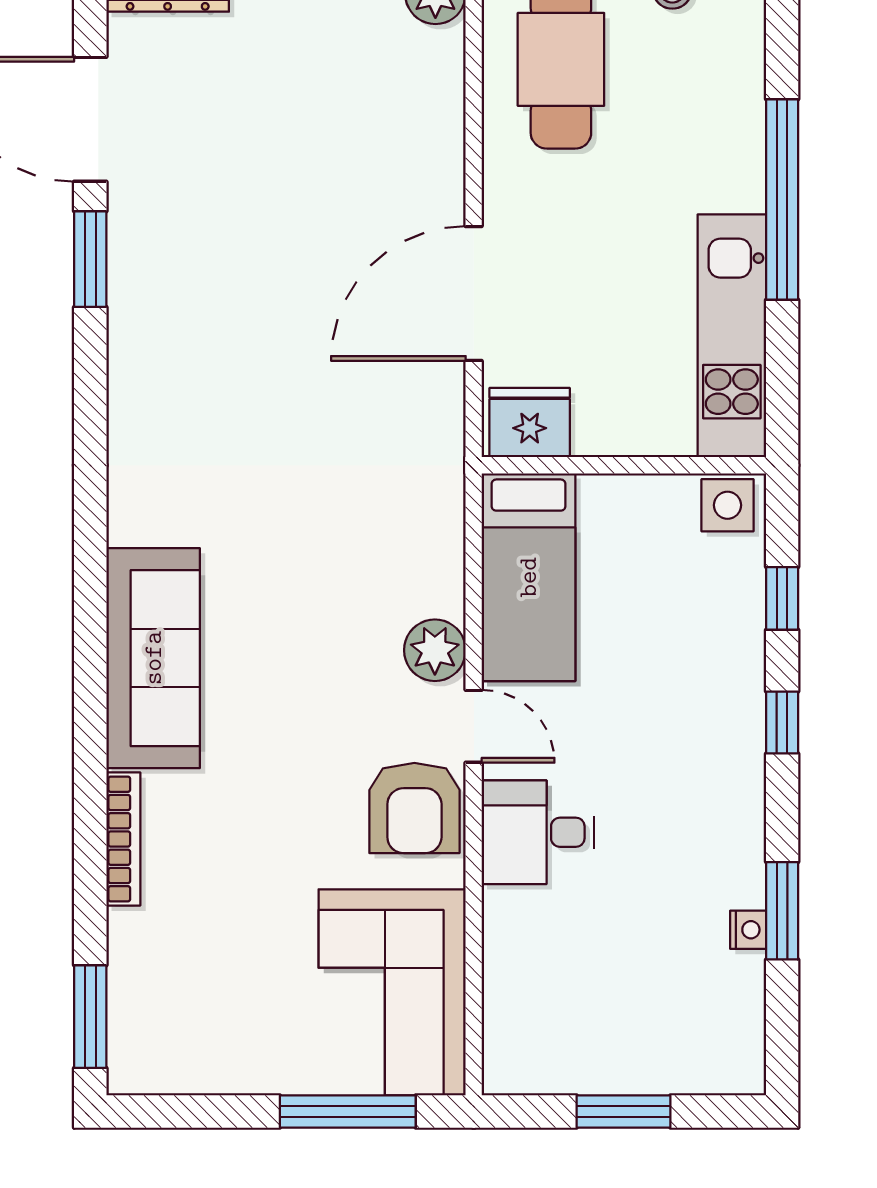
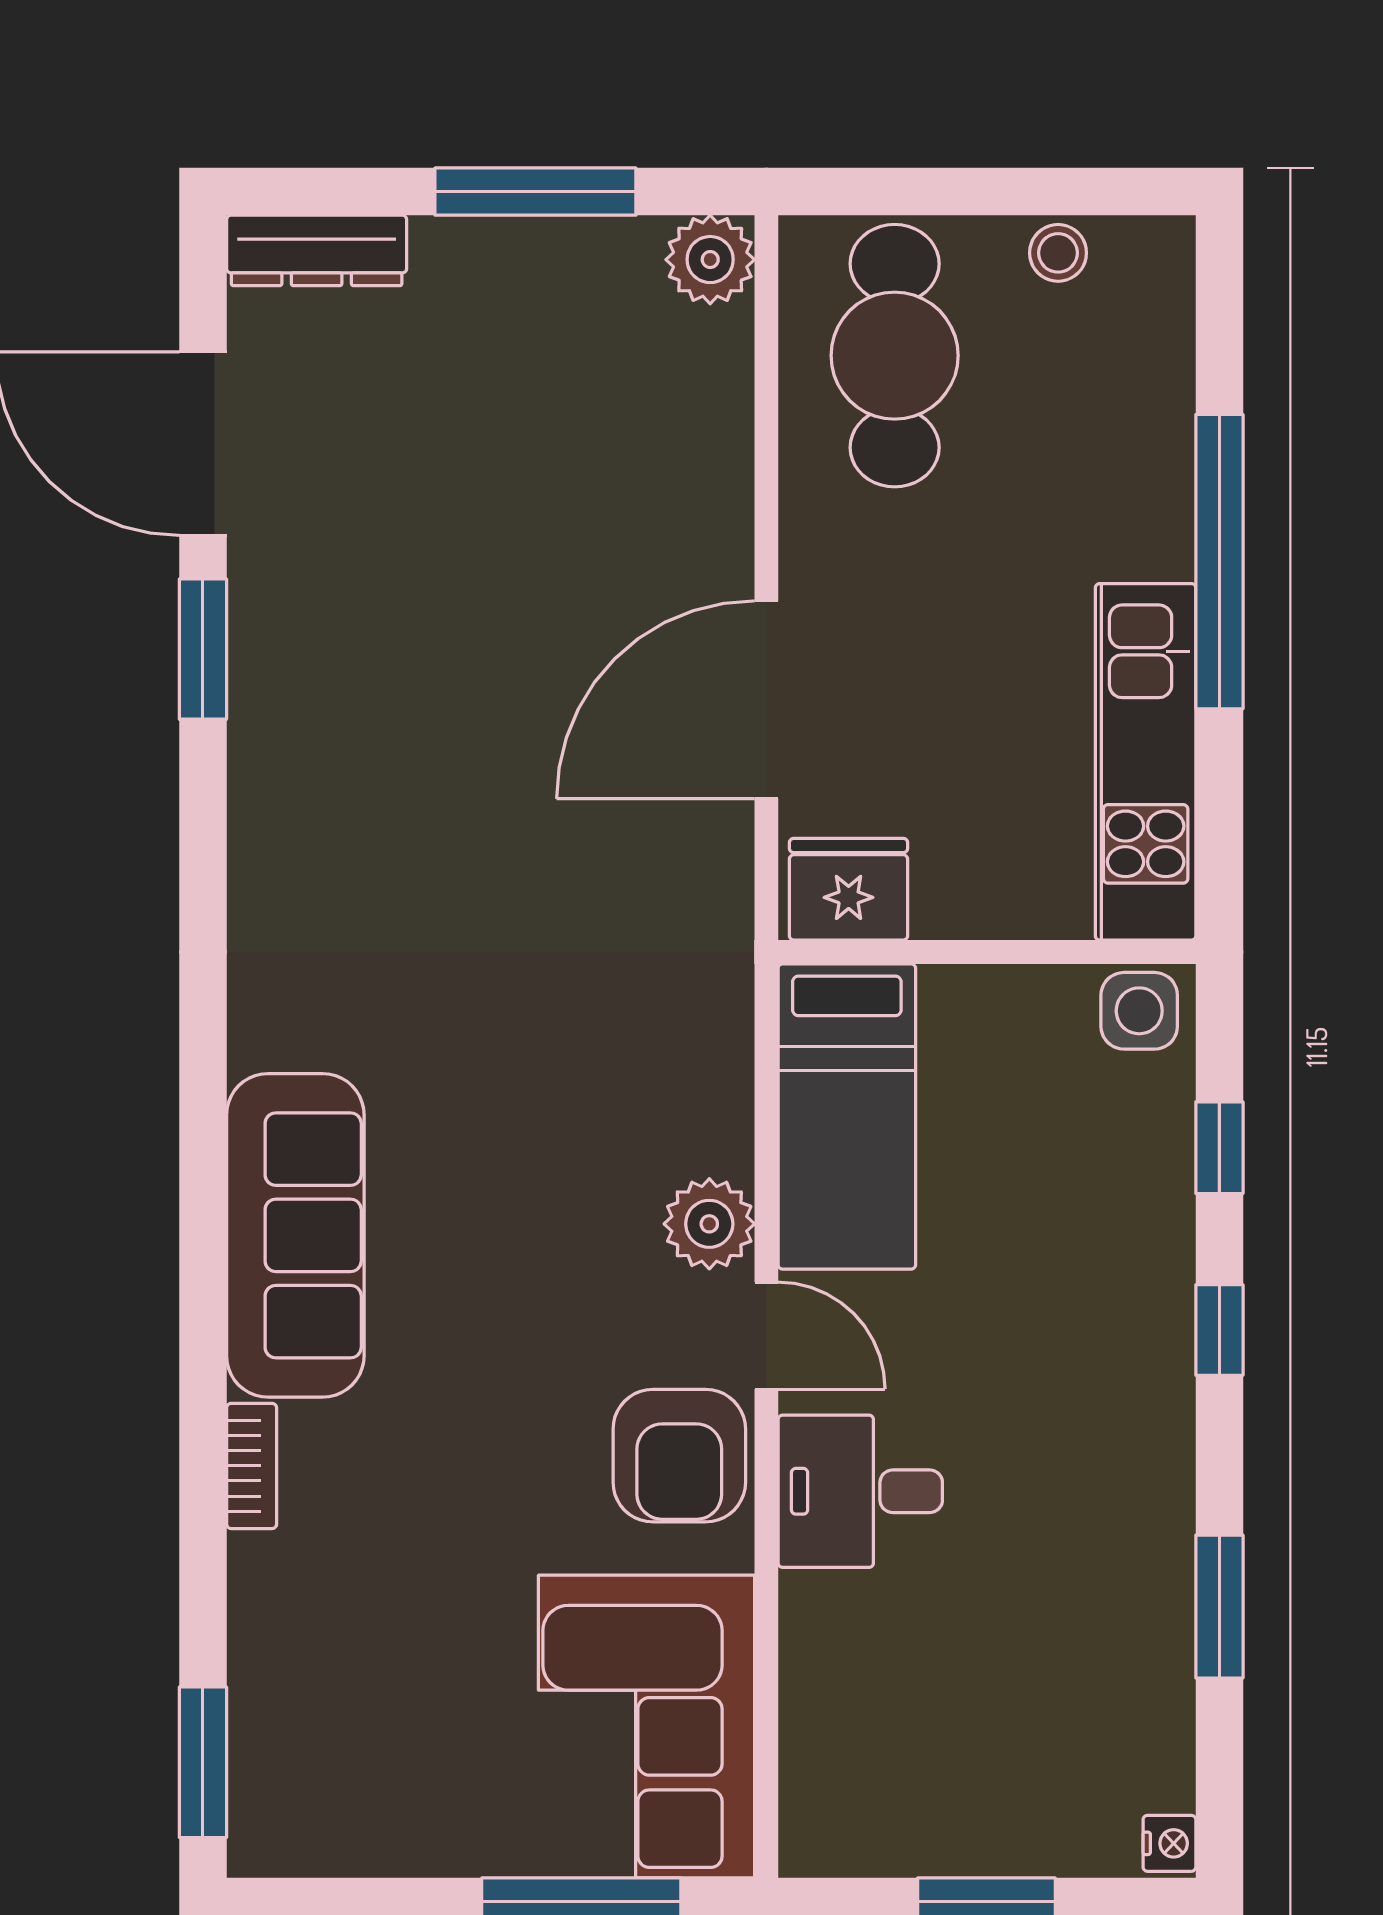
bookcase: (123, 839) -> (252, 1466), width x0.64
nightstand: (748, 930) -> (1169, 1843), moved

